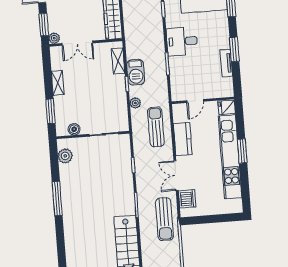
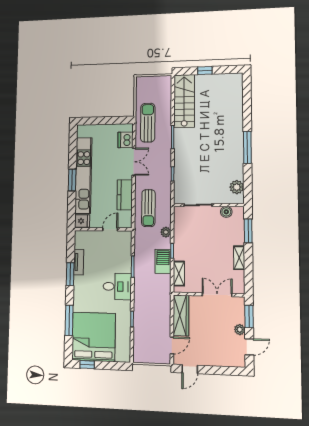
plant: (54, 38) -> (240, 330), moved

